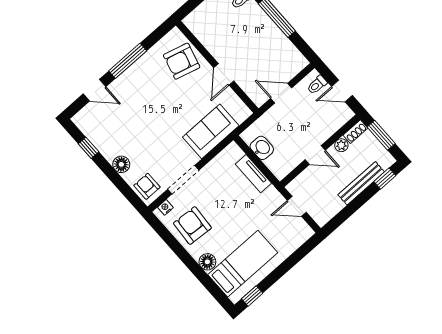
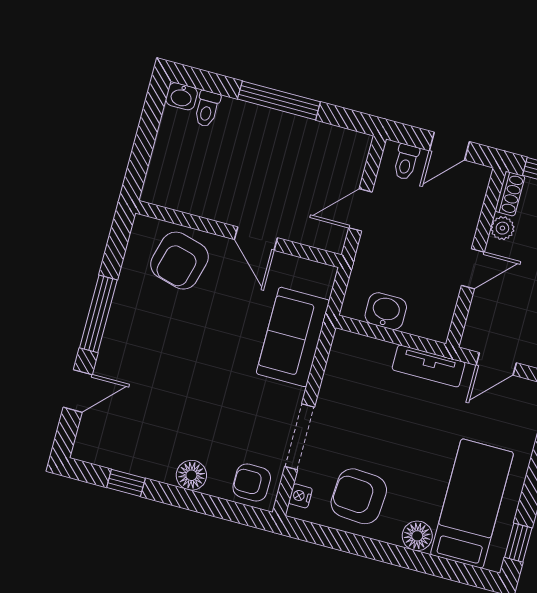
tv unit: (253, 174) -> (429, 366), moved

